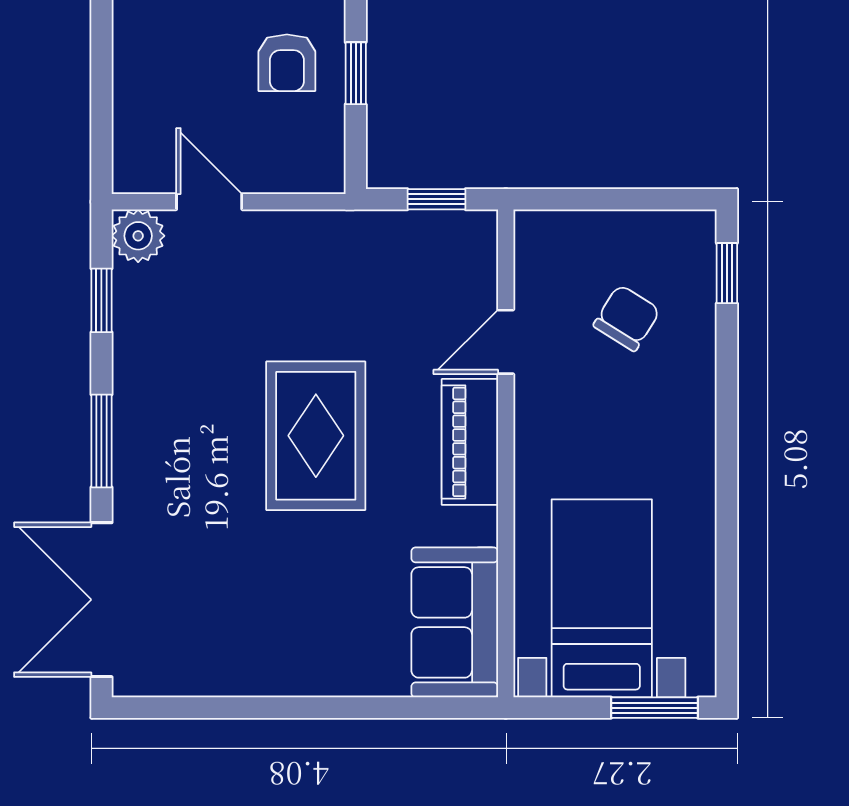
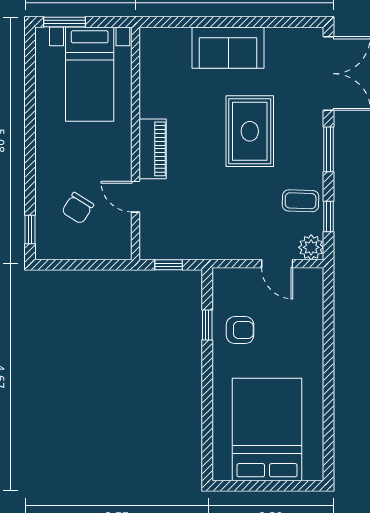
armchair: (287, 63) -> (240, 330), turned 90
coffee table: (160, 333) -> (301, 201), added
door: (506, 342) -> (136, 197), swing flipped
rug: (316, 436) -> (250, 131), moved
sofa: (455, 622) -> (228, 48), moved, turned 90

